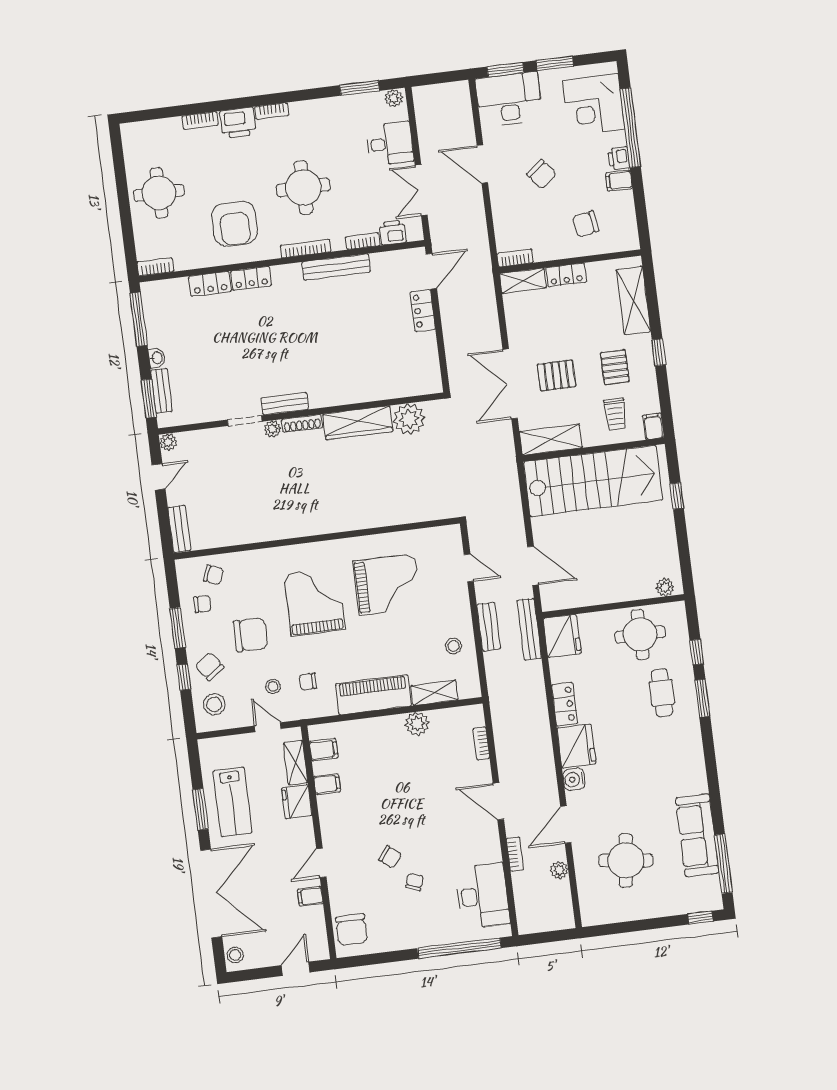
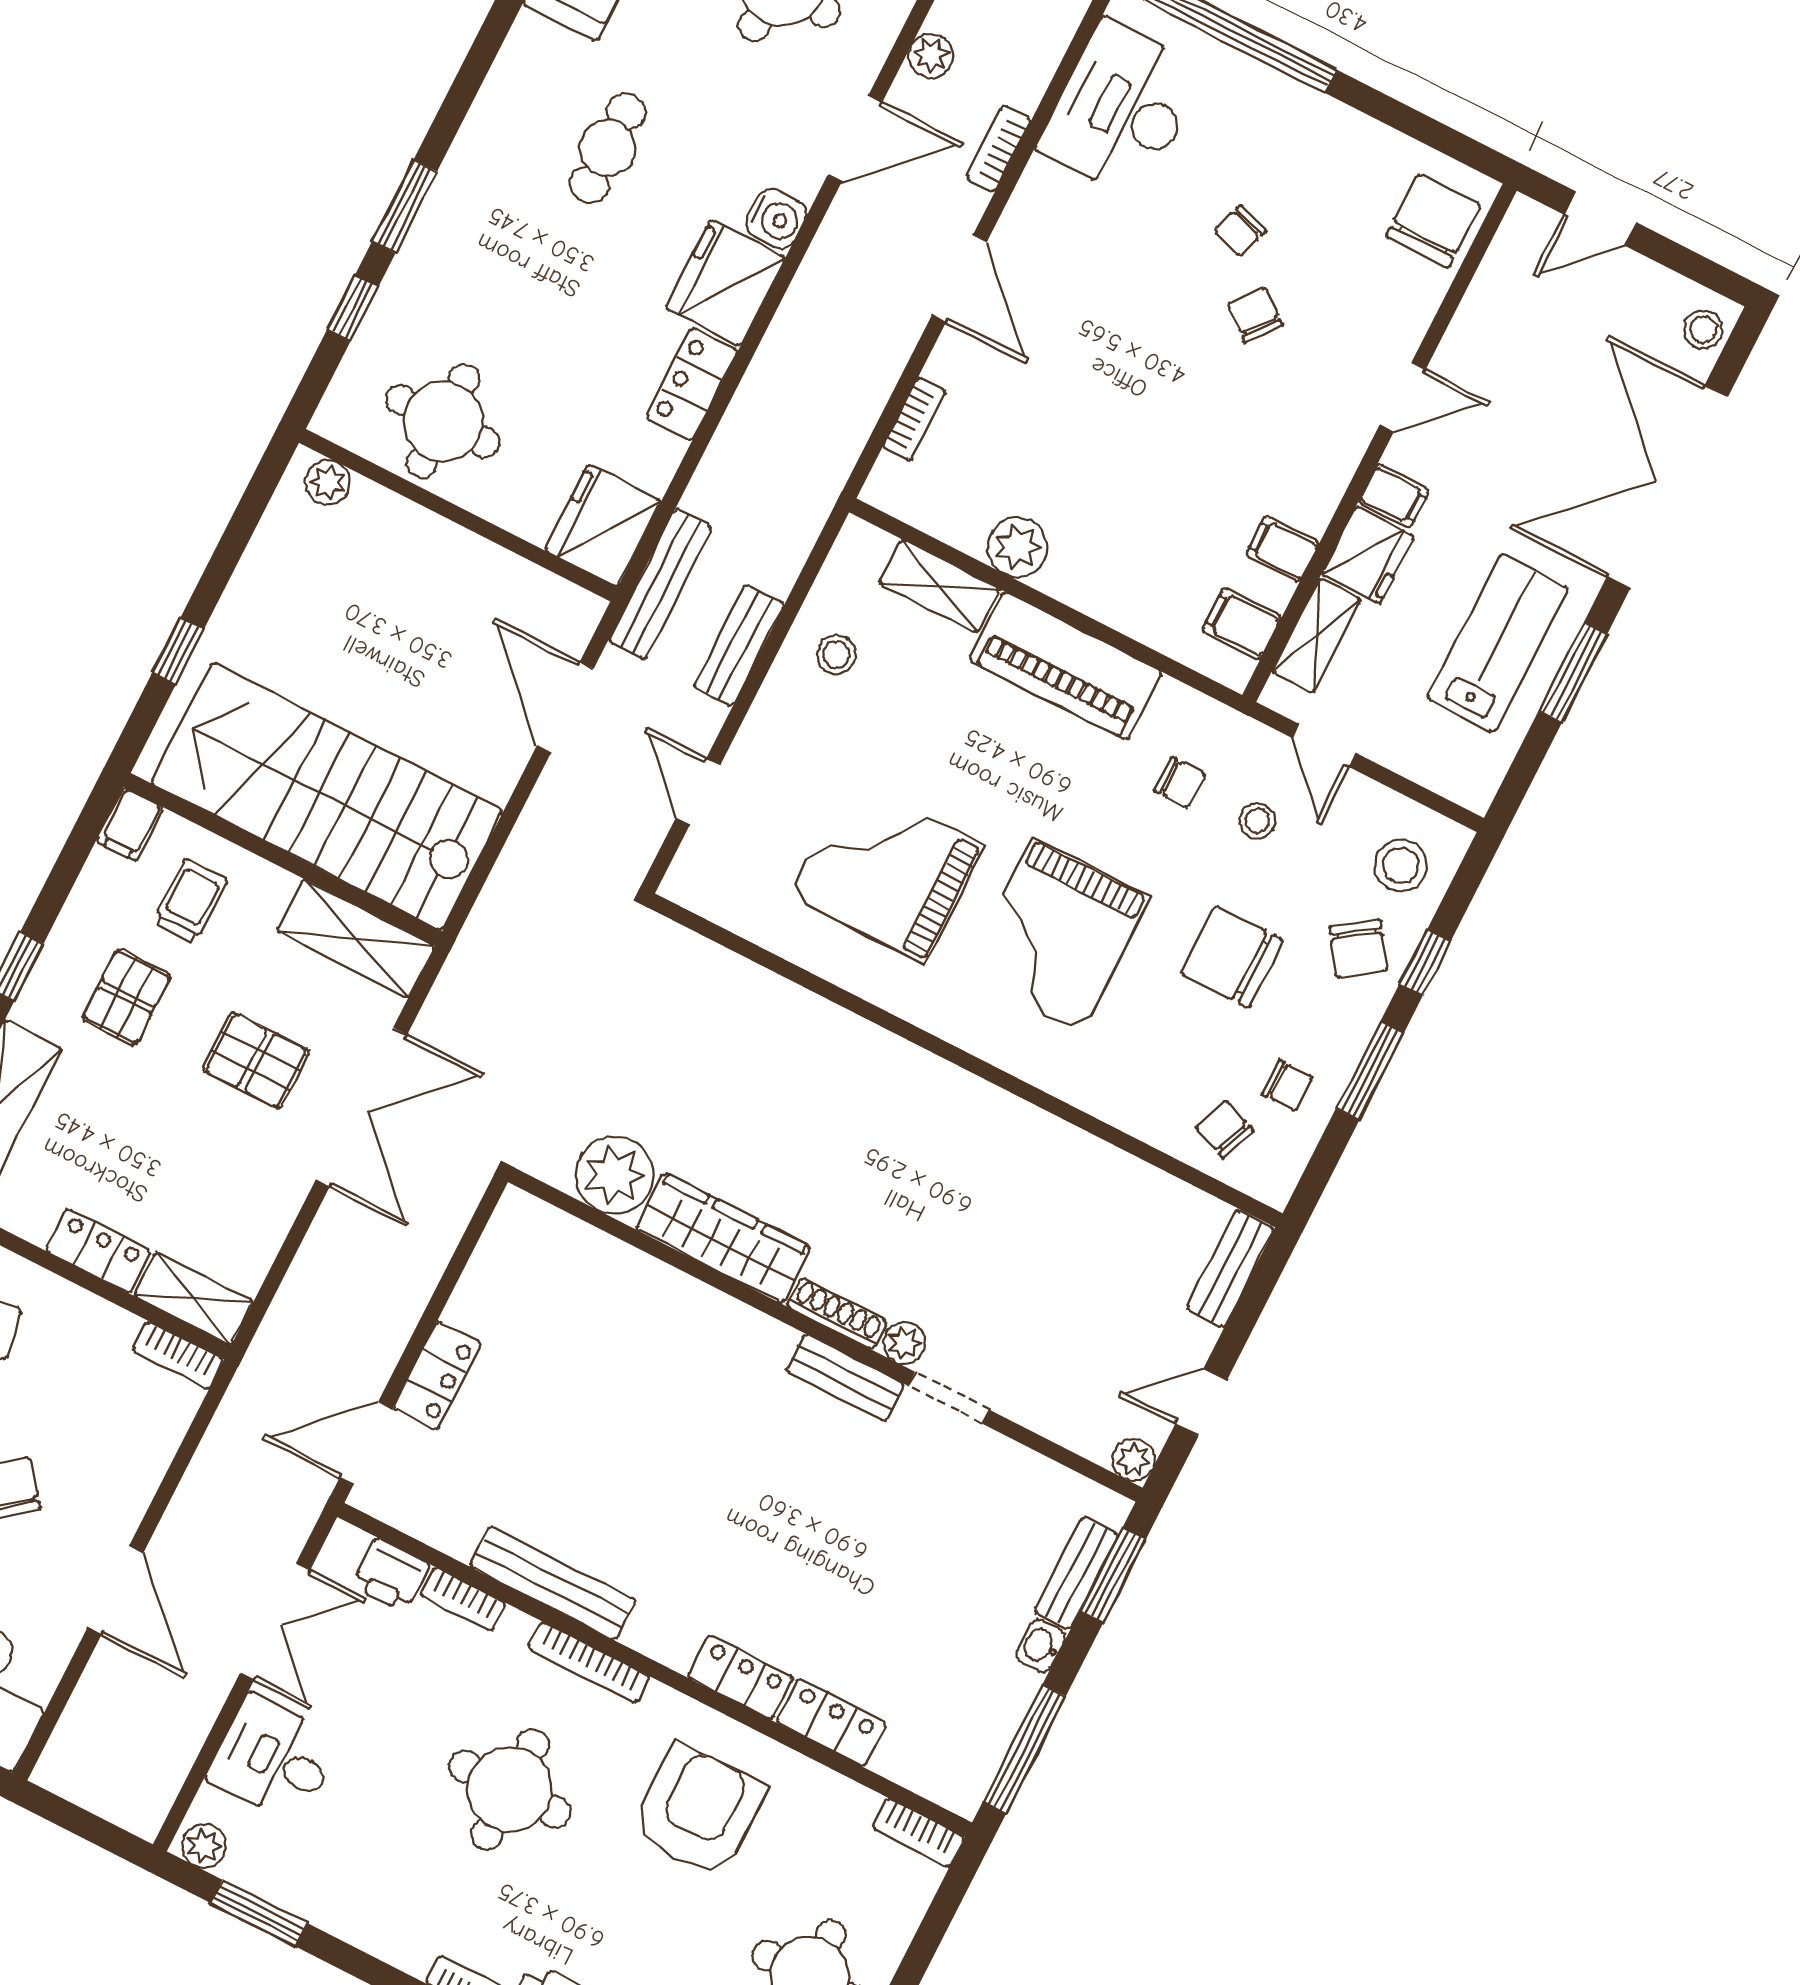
chair: (202, 604) -> (1287, 1085), turned 180
cafe table: (662, 693) -> (608, 148), moved
filing cabinet: (310, 896) -> (1394, 496), moved

